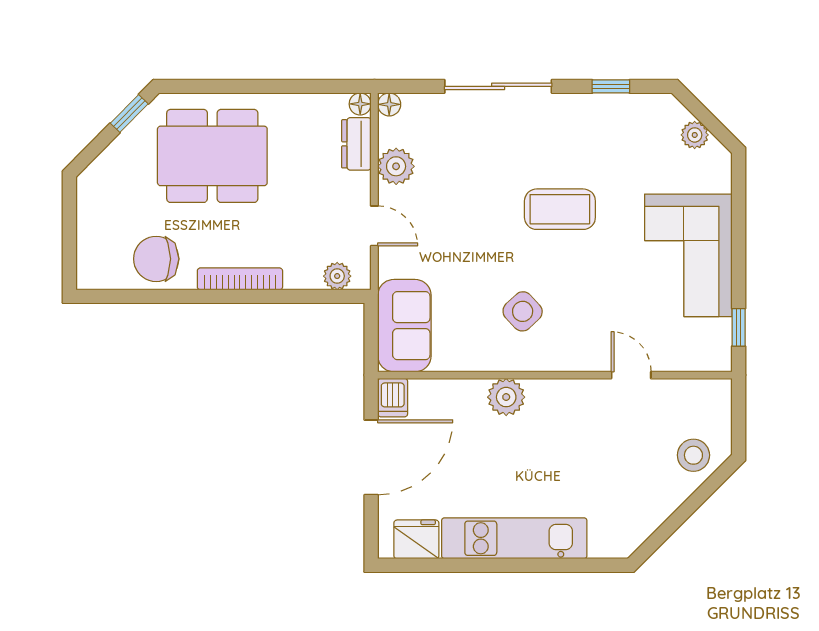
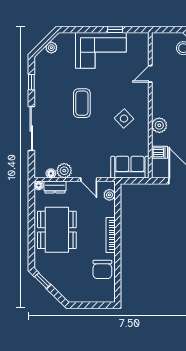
floor lamp: (389, 104) -> (51, 173), moved
dining table: (212, 156) -> (57, 230), moved
door: (374, 226) -> (89, 180), swing flipped
window: (739, 327) -> (115, 30), moved
dishwasher: (393, 398) -> (159, 152), moved

